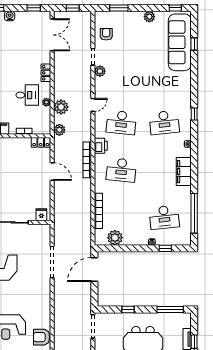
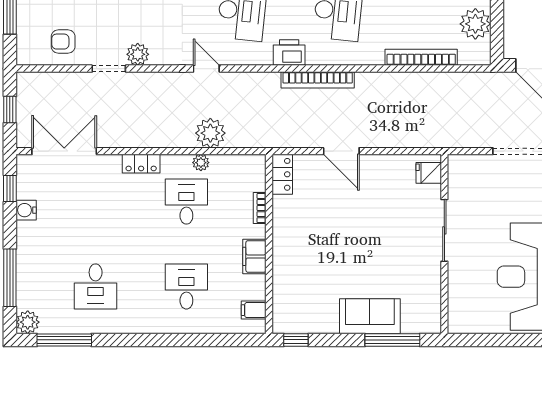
water cooler: (10, 16) -> (26, 210), moved
plant: (59, 130) -> (257, 136), removed
door: (52, 172) -> (341, 151), swing flipped

